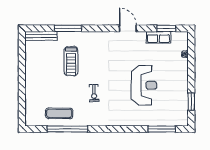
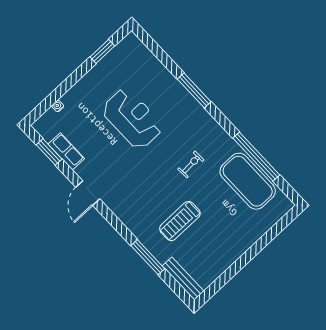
treadmill: (71, 61) -> (180, 221), turned 180
reception desk: (144, 85) -> (132, 119), turned 90
exercise mat: (59, 113) -> (248, 181), width x2.00, depth x1.45
window: (162, 129) -> (194, 90), moved

